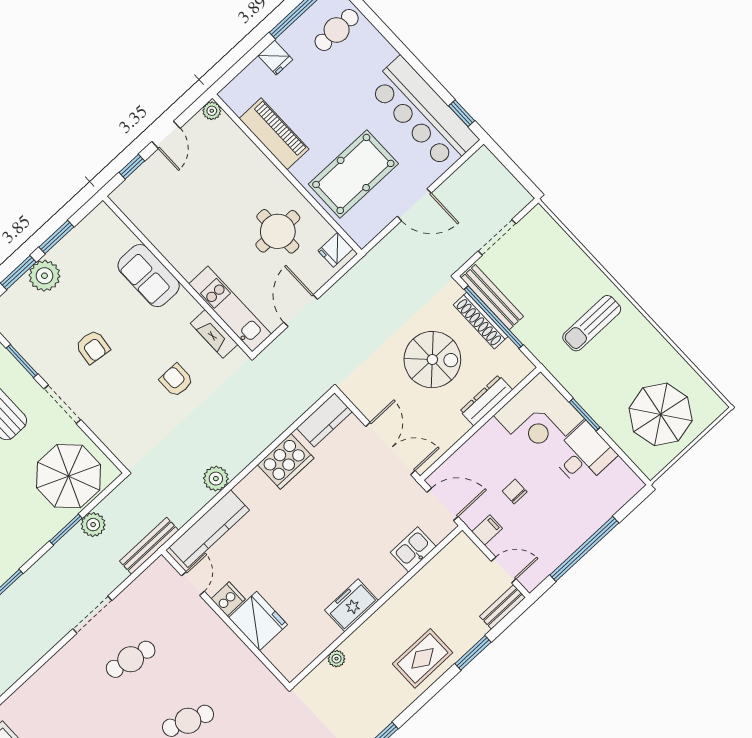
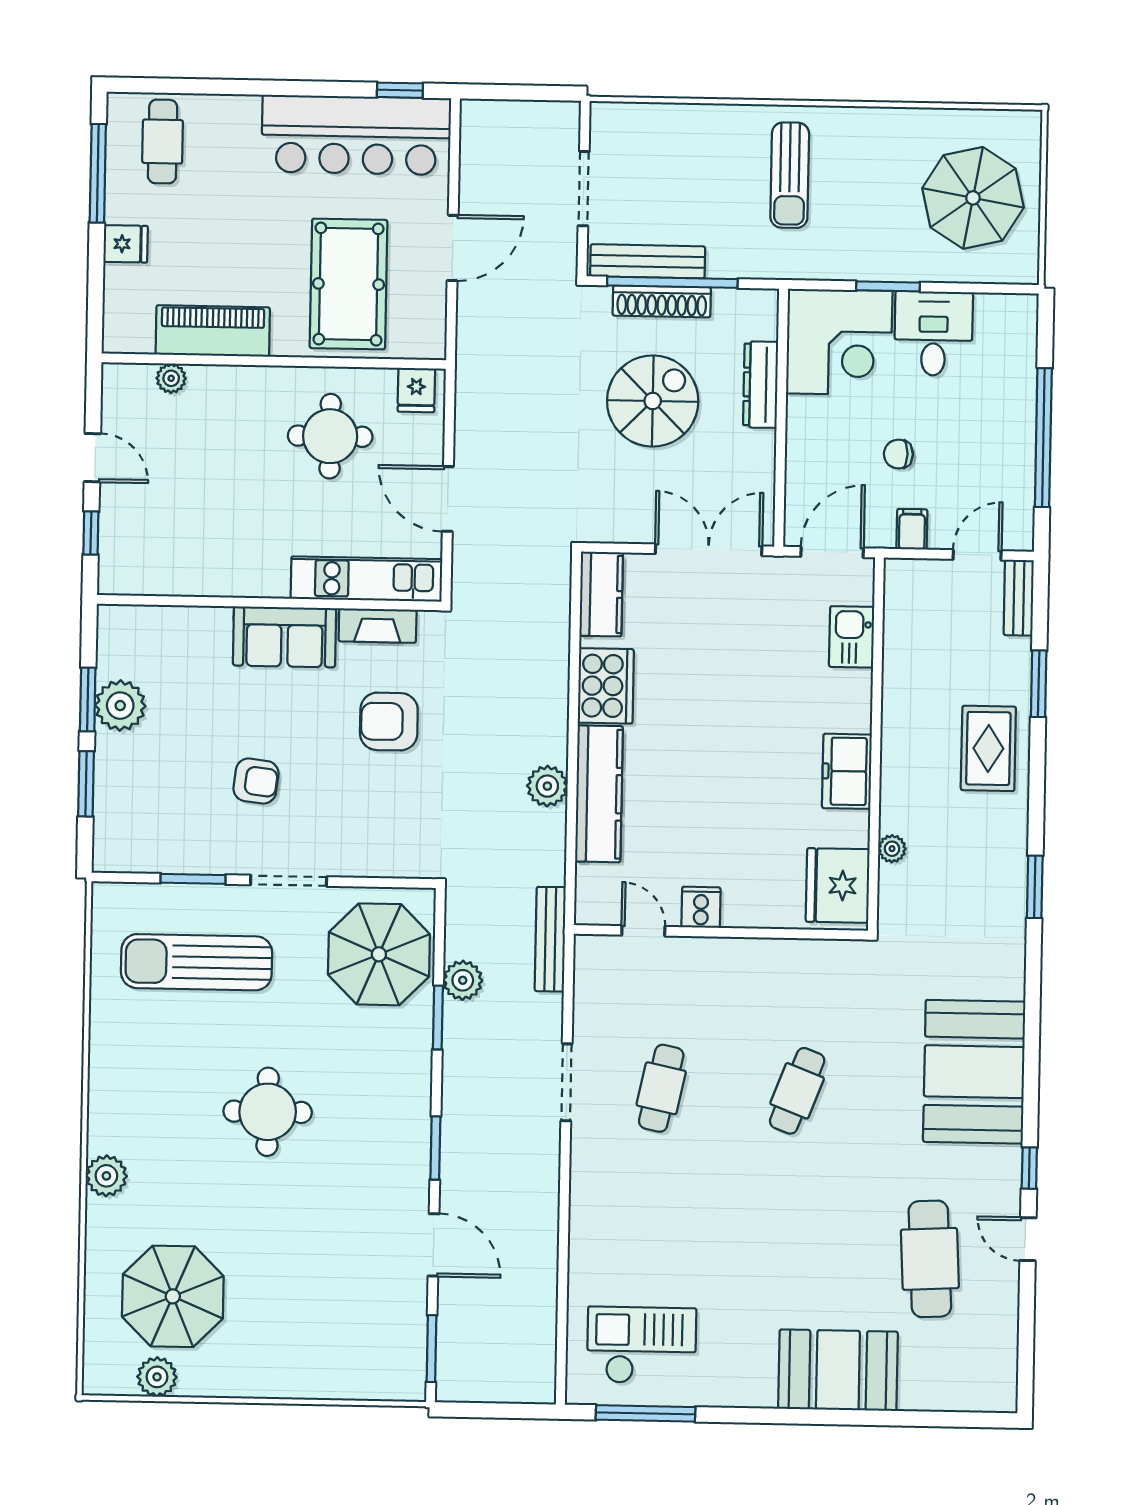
plant: (212, 111) -> (171, 378), moved
plant: (44, 276) -> (120, 706), moved
sofa: (149, 276) -> (285, 637), moved
armchair: (176, 380) -> (389, 722), width x1.38, depth x1.38
kitchen counter: (209, 529) -> (599, 794), moved
fridge: (258, 621) -> (838, 885), moved, turned -90

